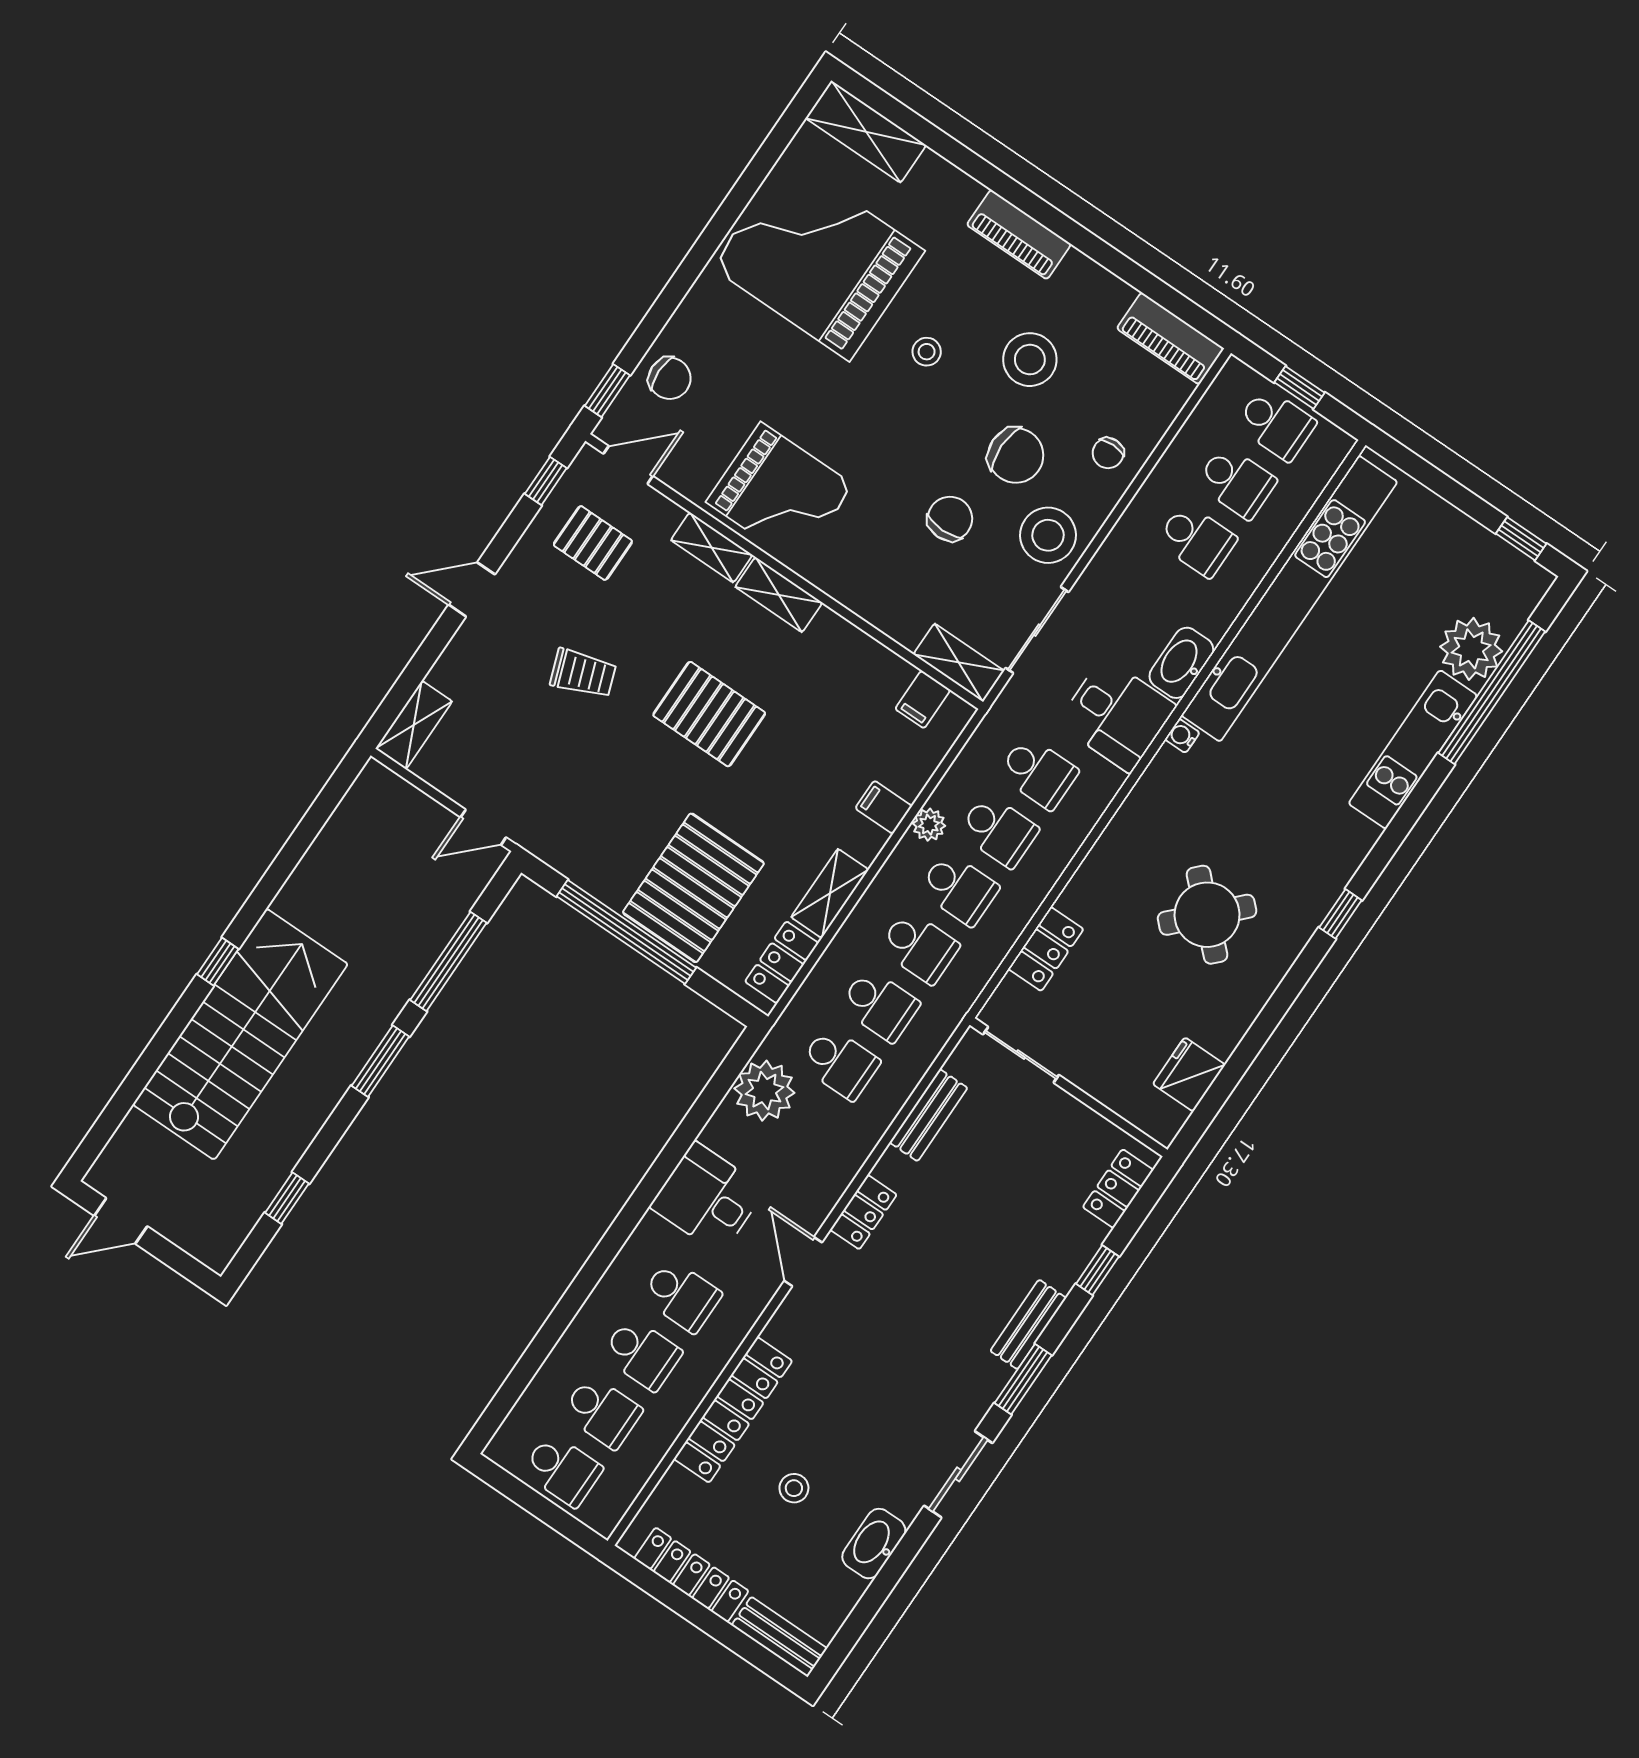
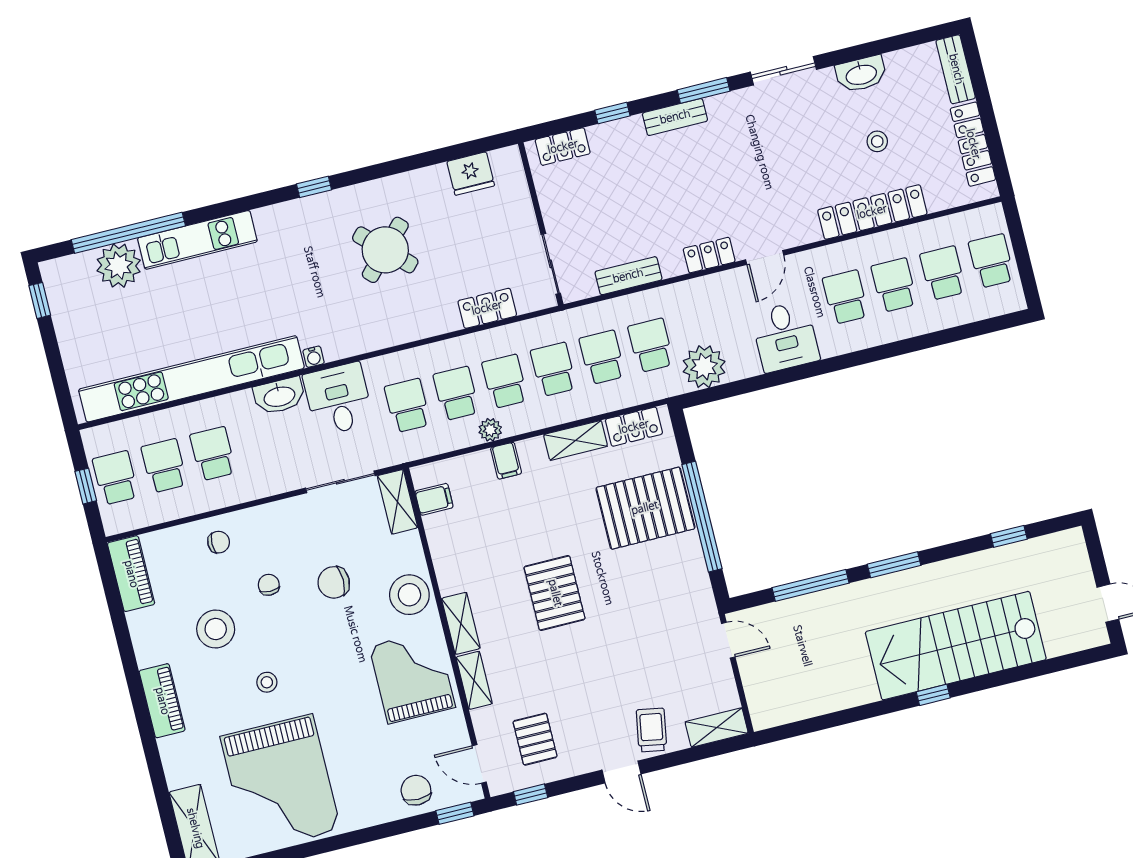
chair: (1016, 455) -> (269, 585), width x0.54, depth x0.54
stool: (1048, 535) -> (409, 595), moved
trolley: (583, 673) -> (652, 730), moved, turned 30

